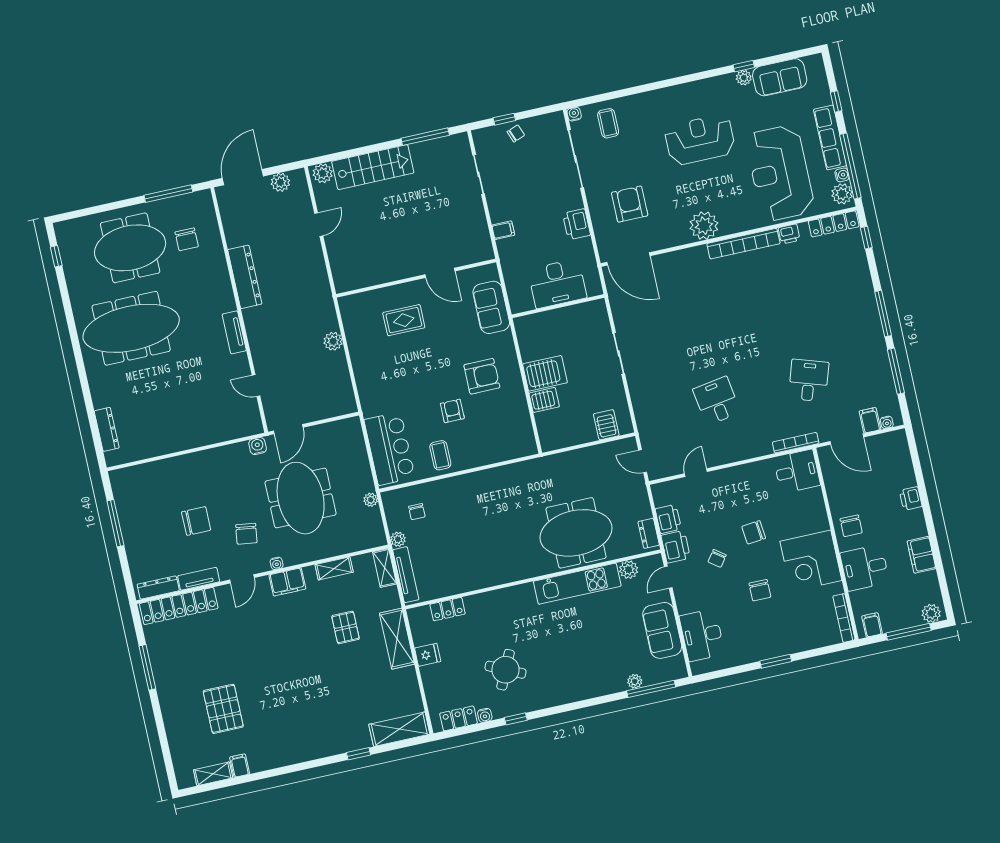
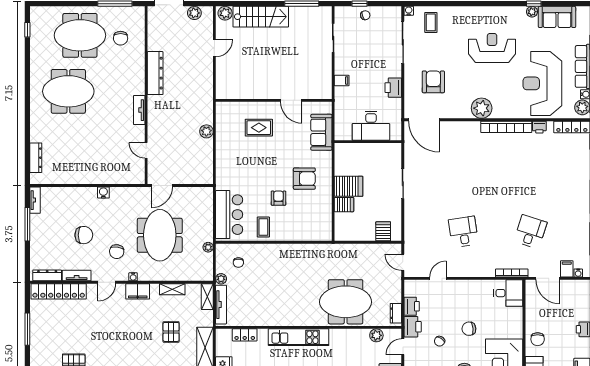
meeting table: (131, 328) -> (68, 91), width x0.73
water cooler: (258, 446) -> (103, 193), moved
tv unit: (119, 488) -> (35, 200), added
kitchen unit: (577, 584) -> (299, 337), moved

